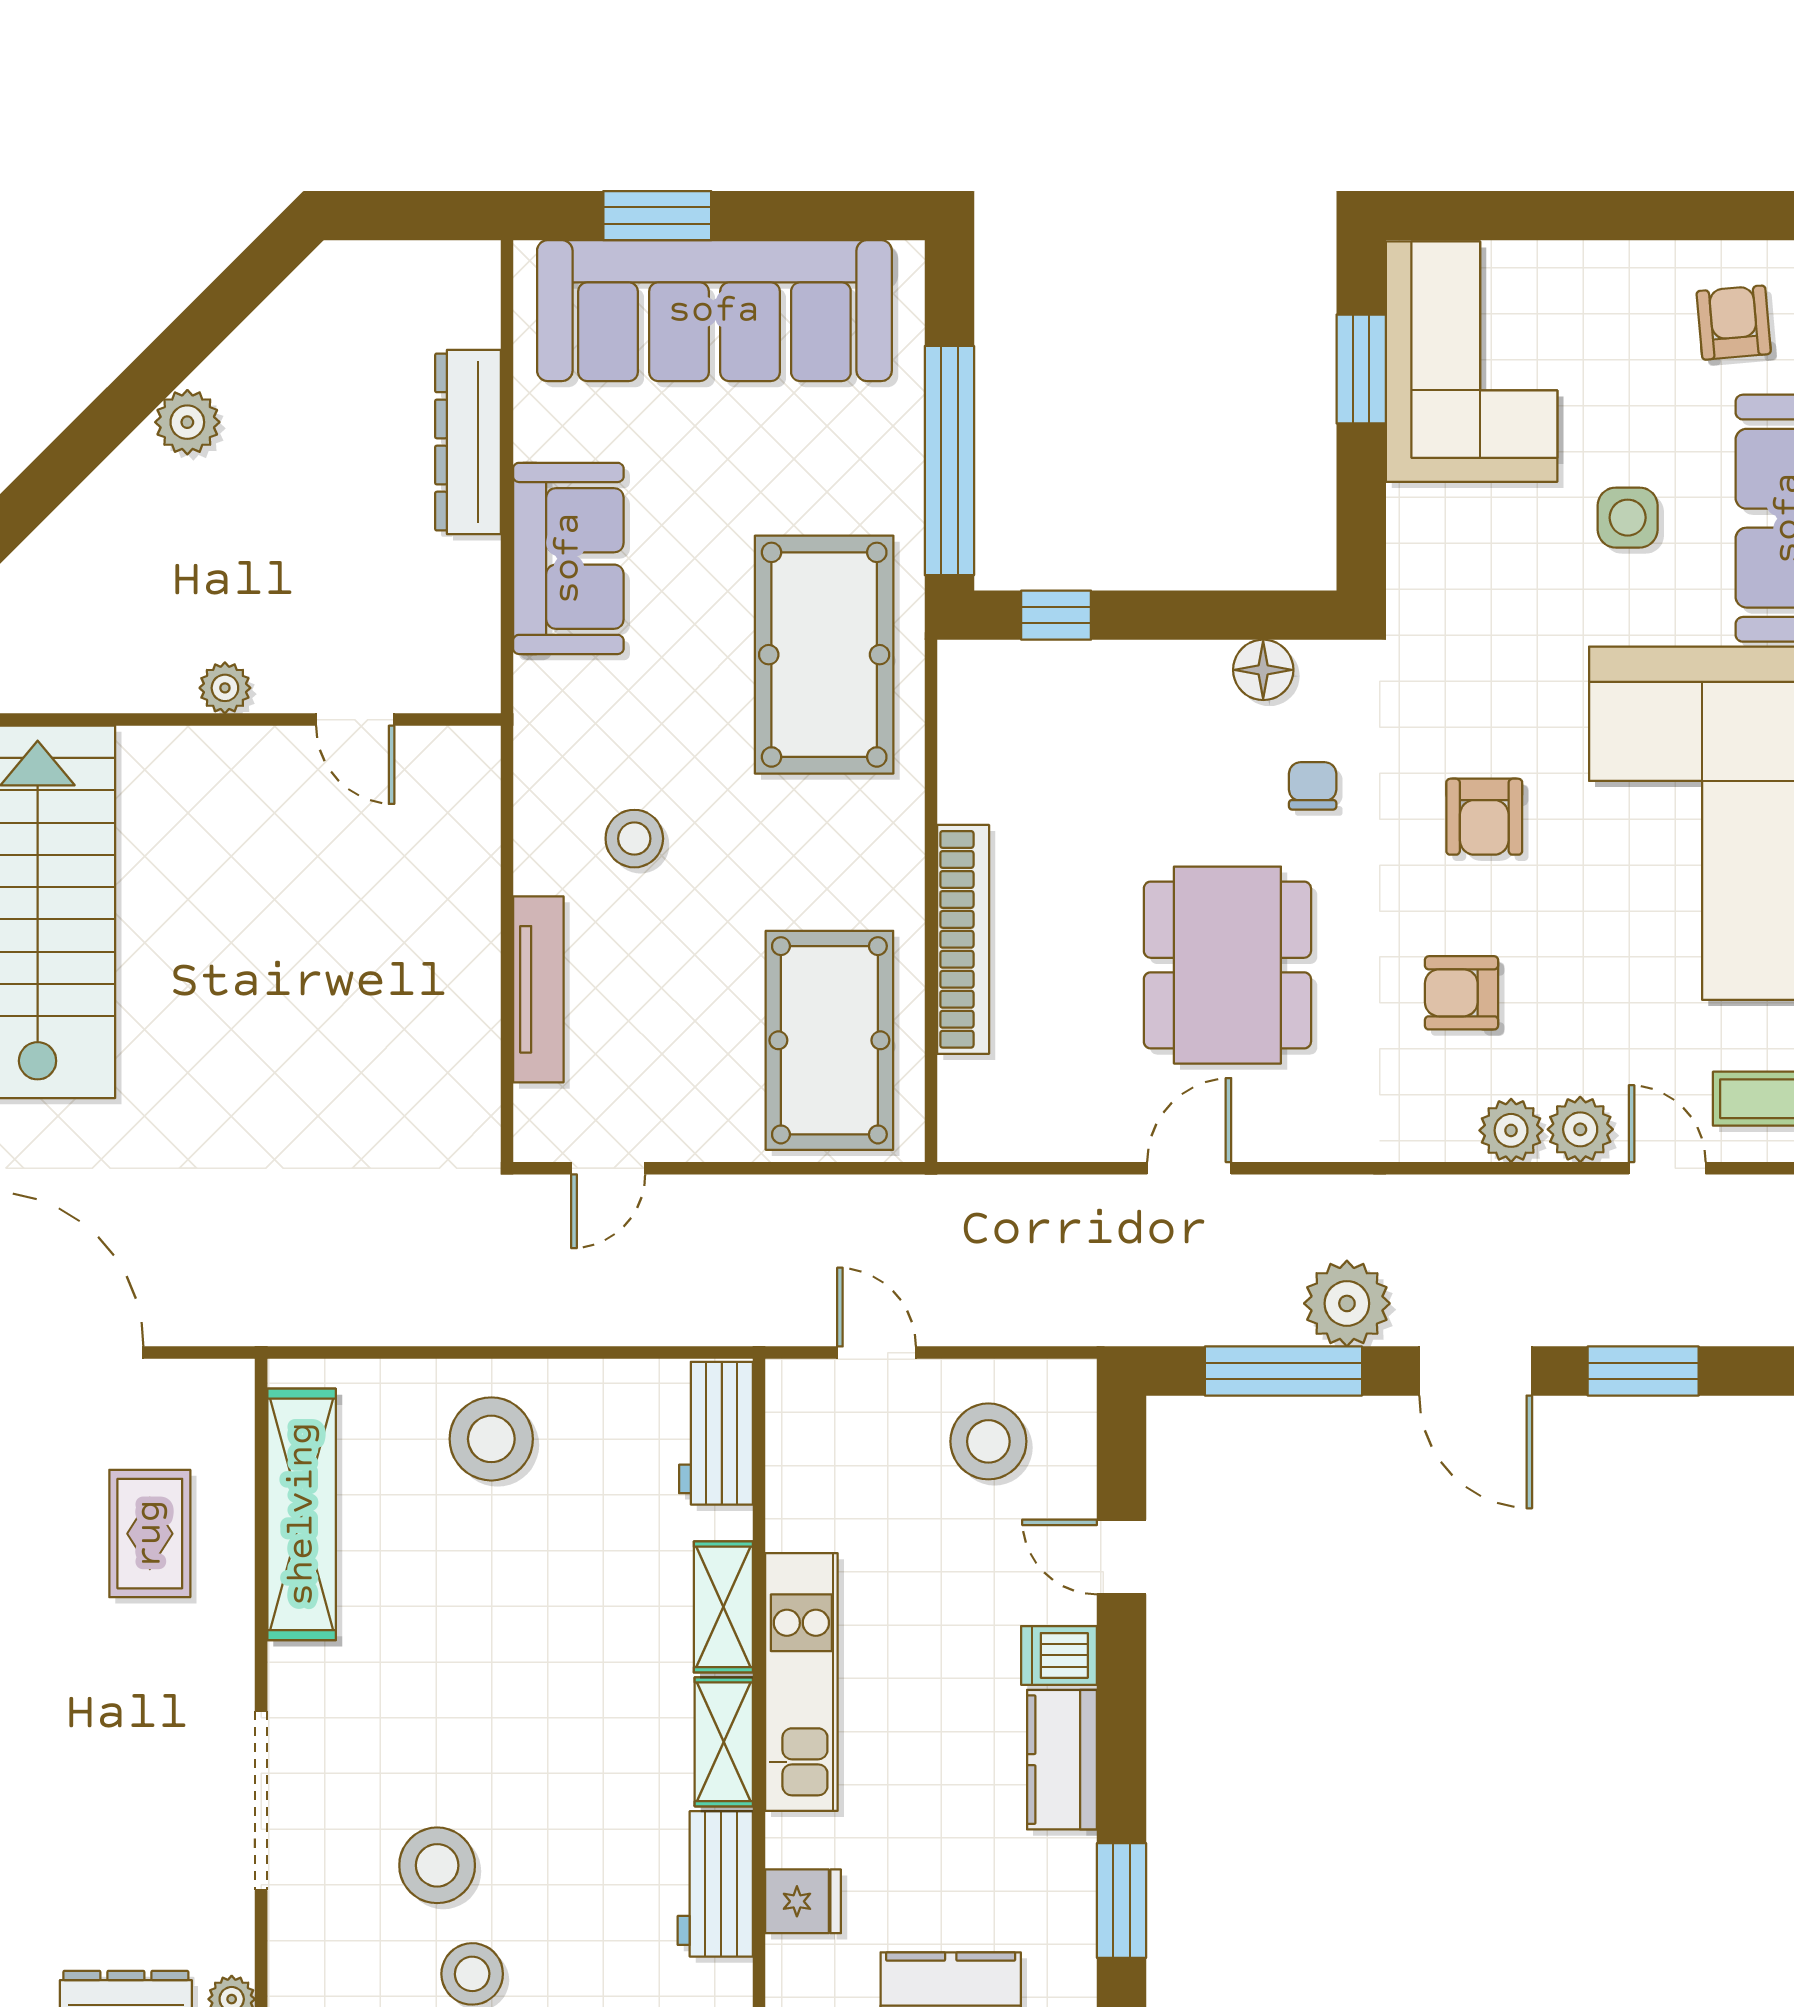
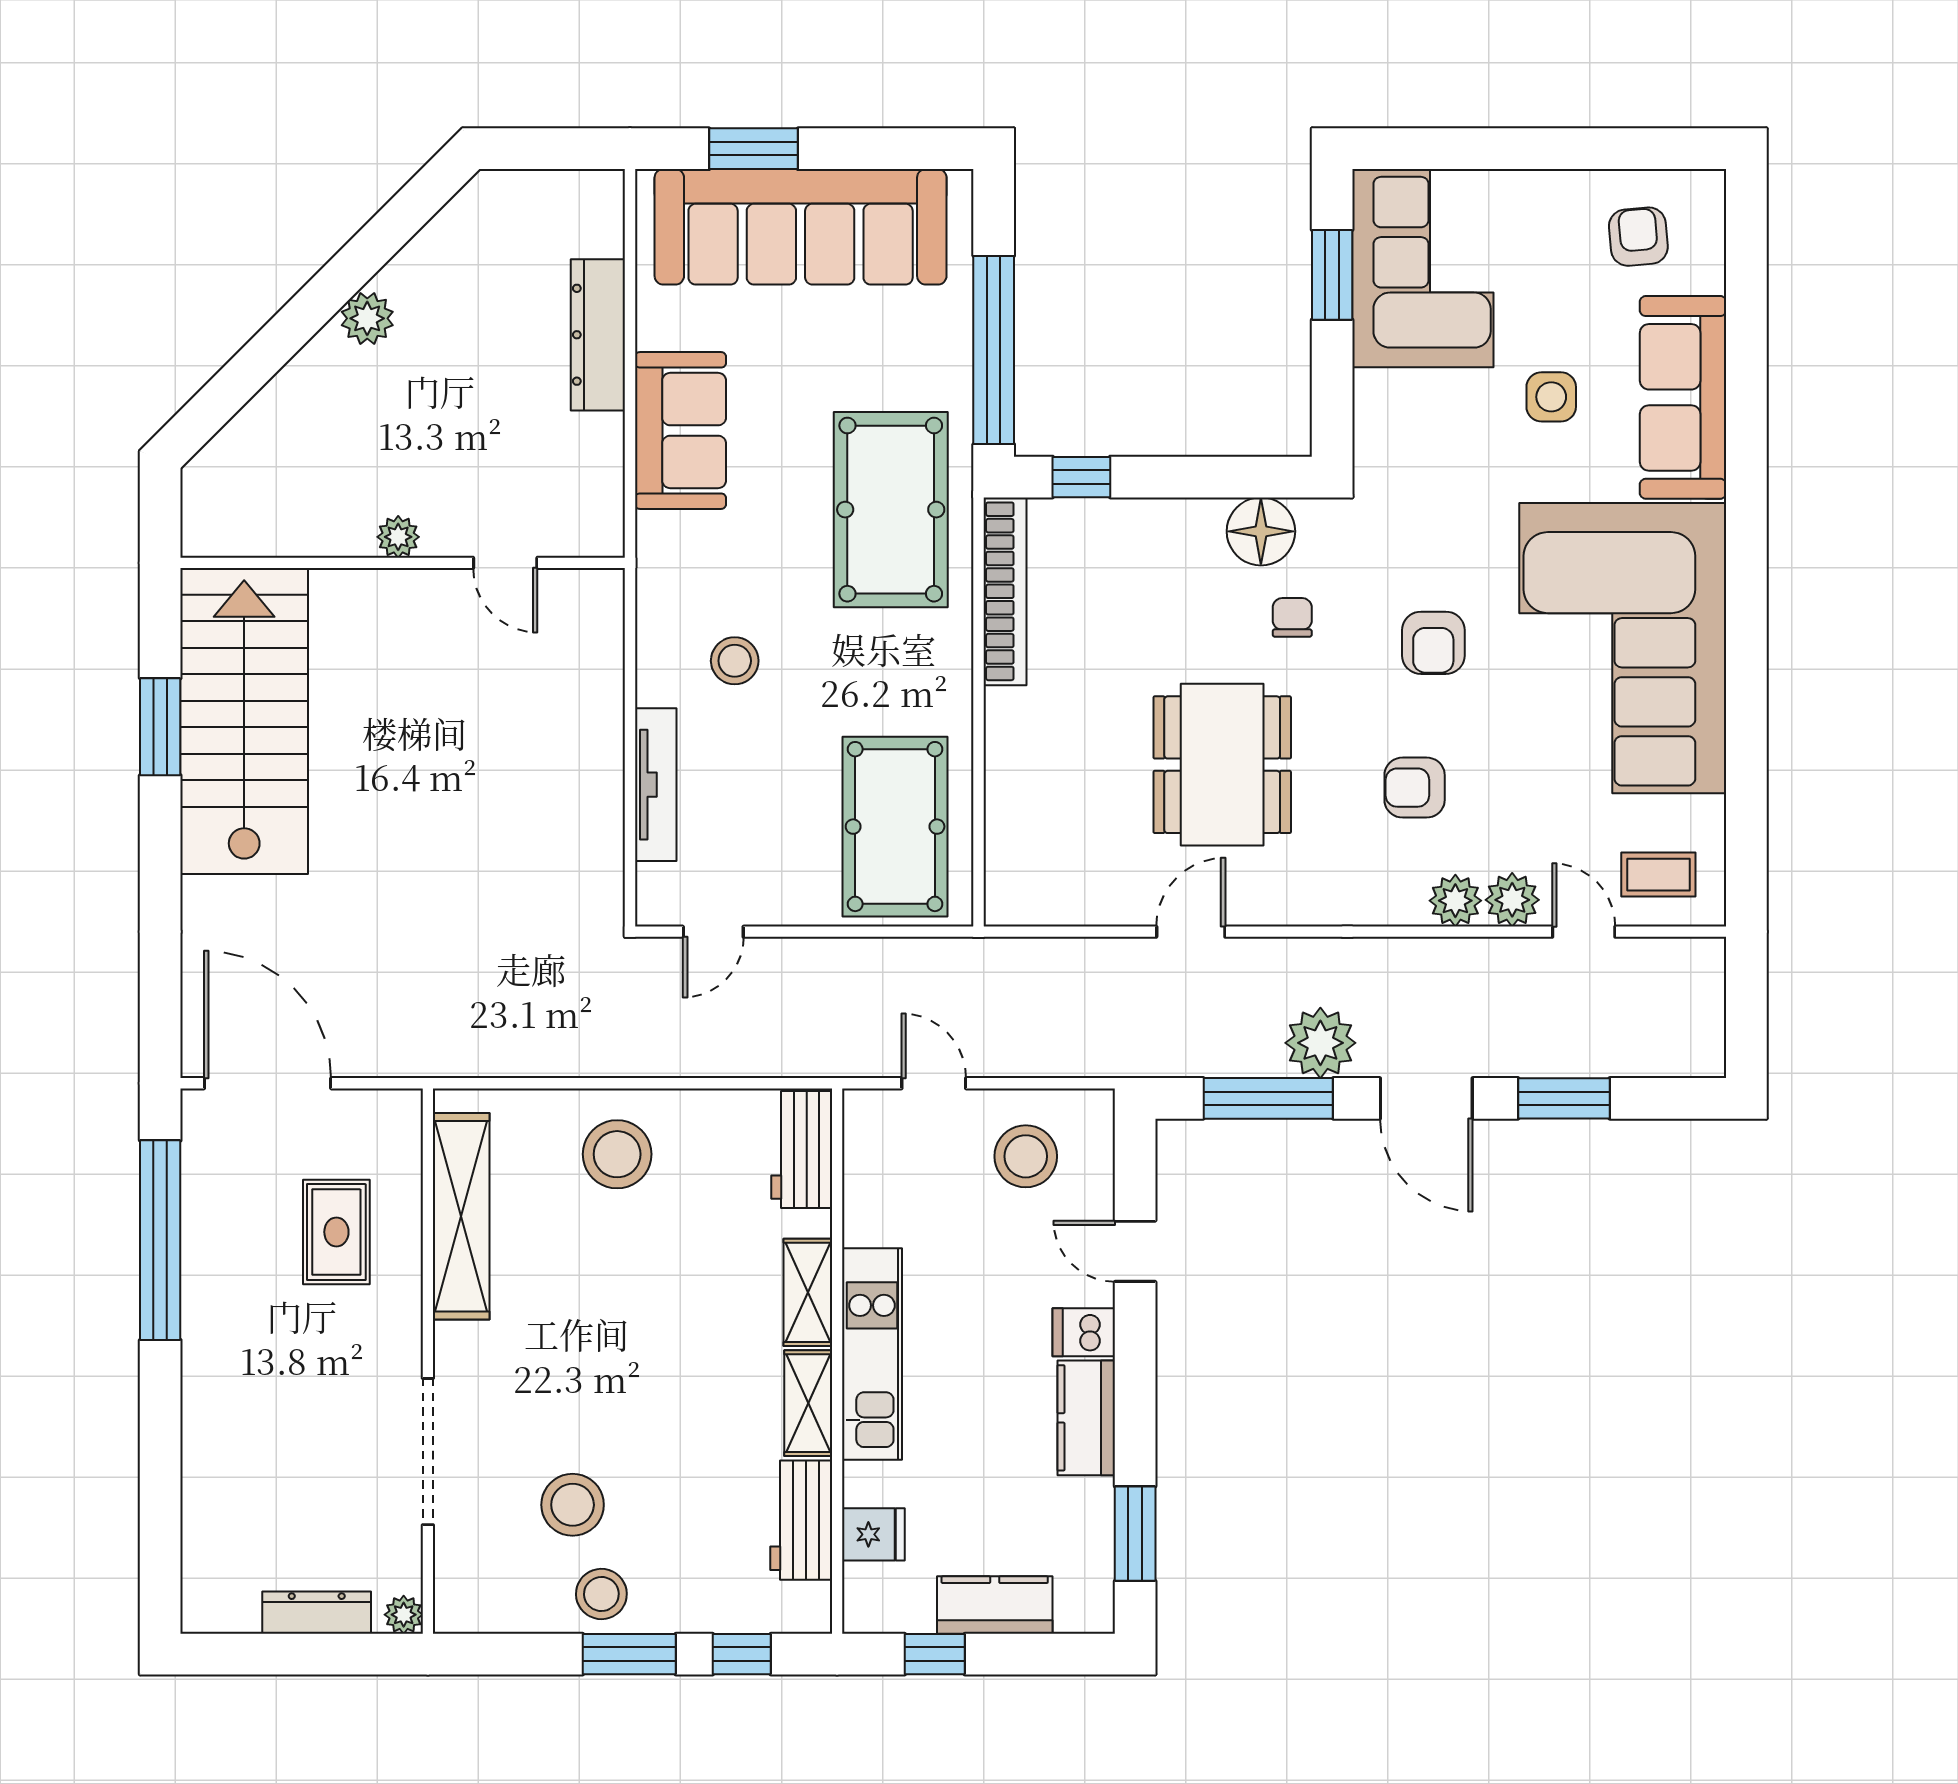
floor lamp: (1263, 670) -> (1261, 531), width x1.38, depth x1.38
bookcase: (963, 939) -> (1005, 591), moved

